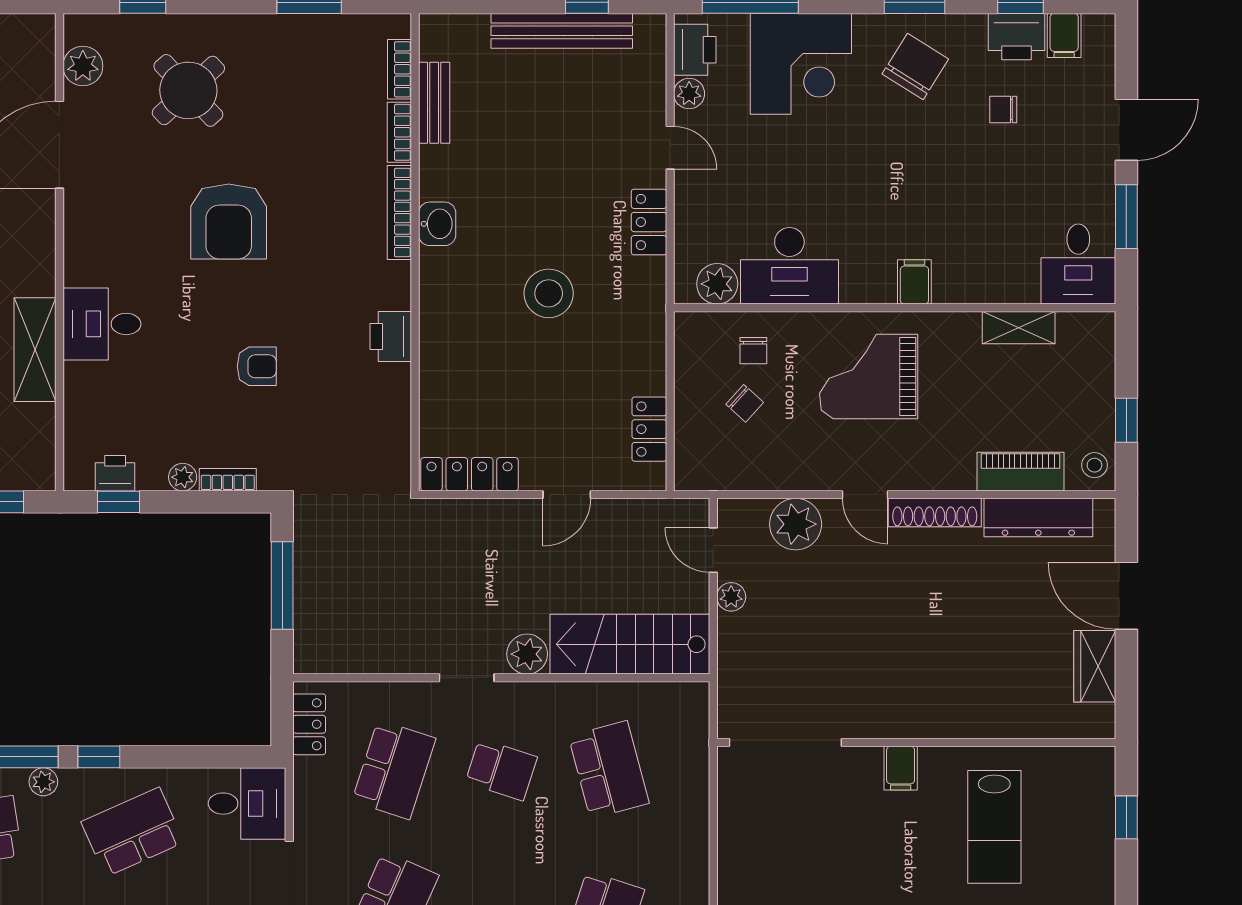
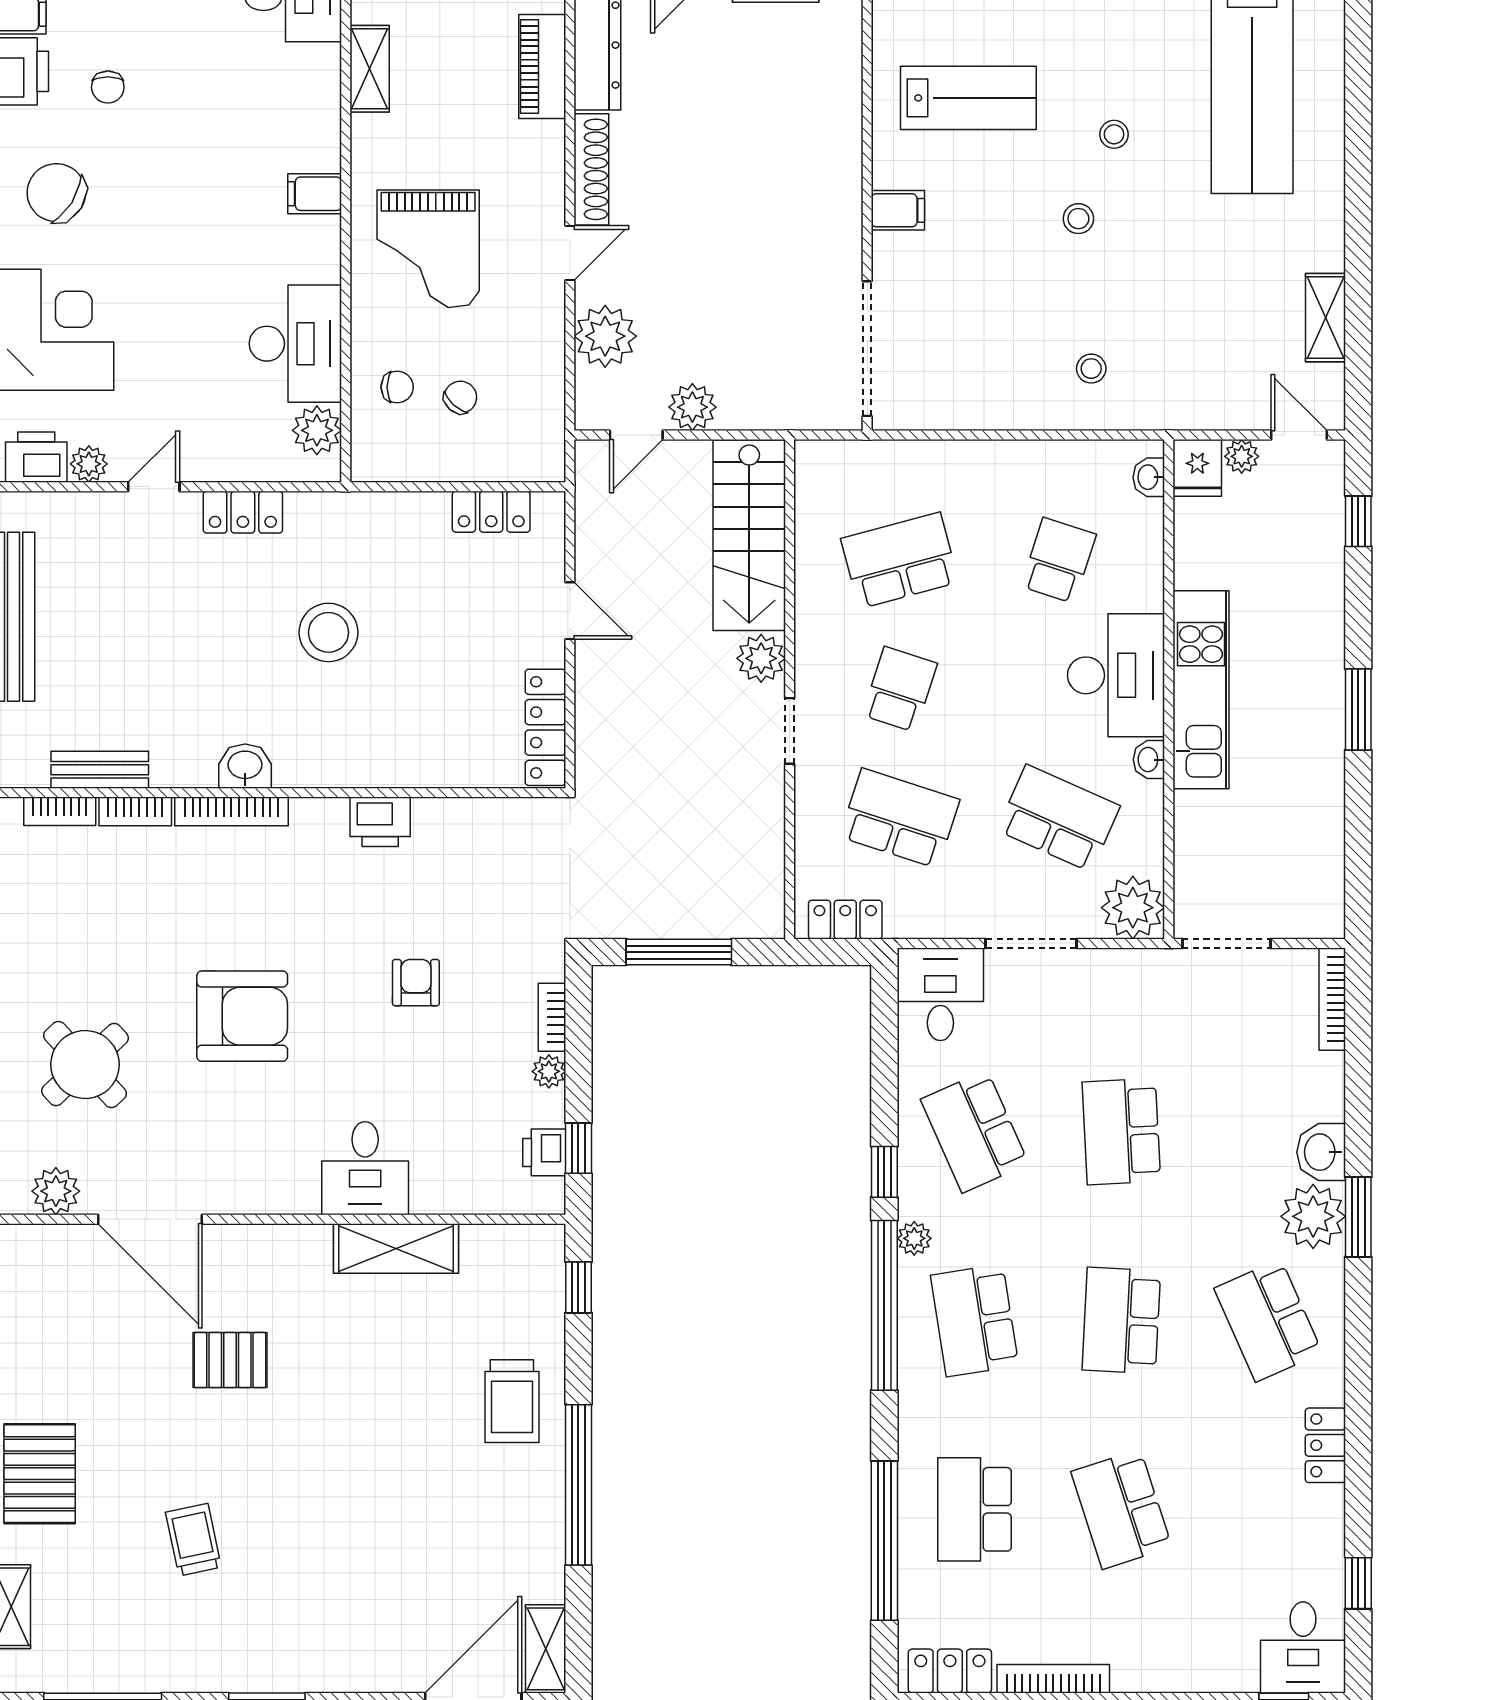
plant: (731, 597) -> (692, 407), width x1.38, depth x1.38

